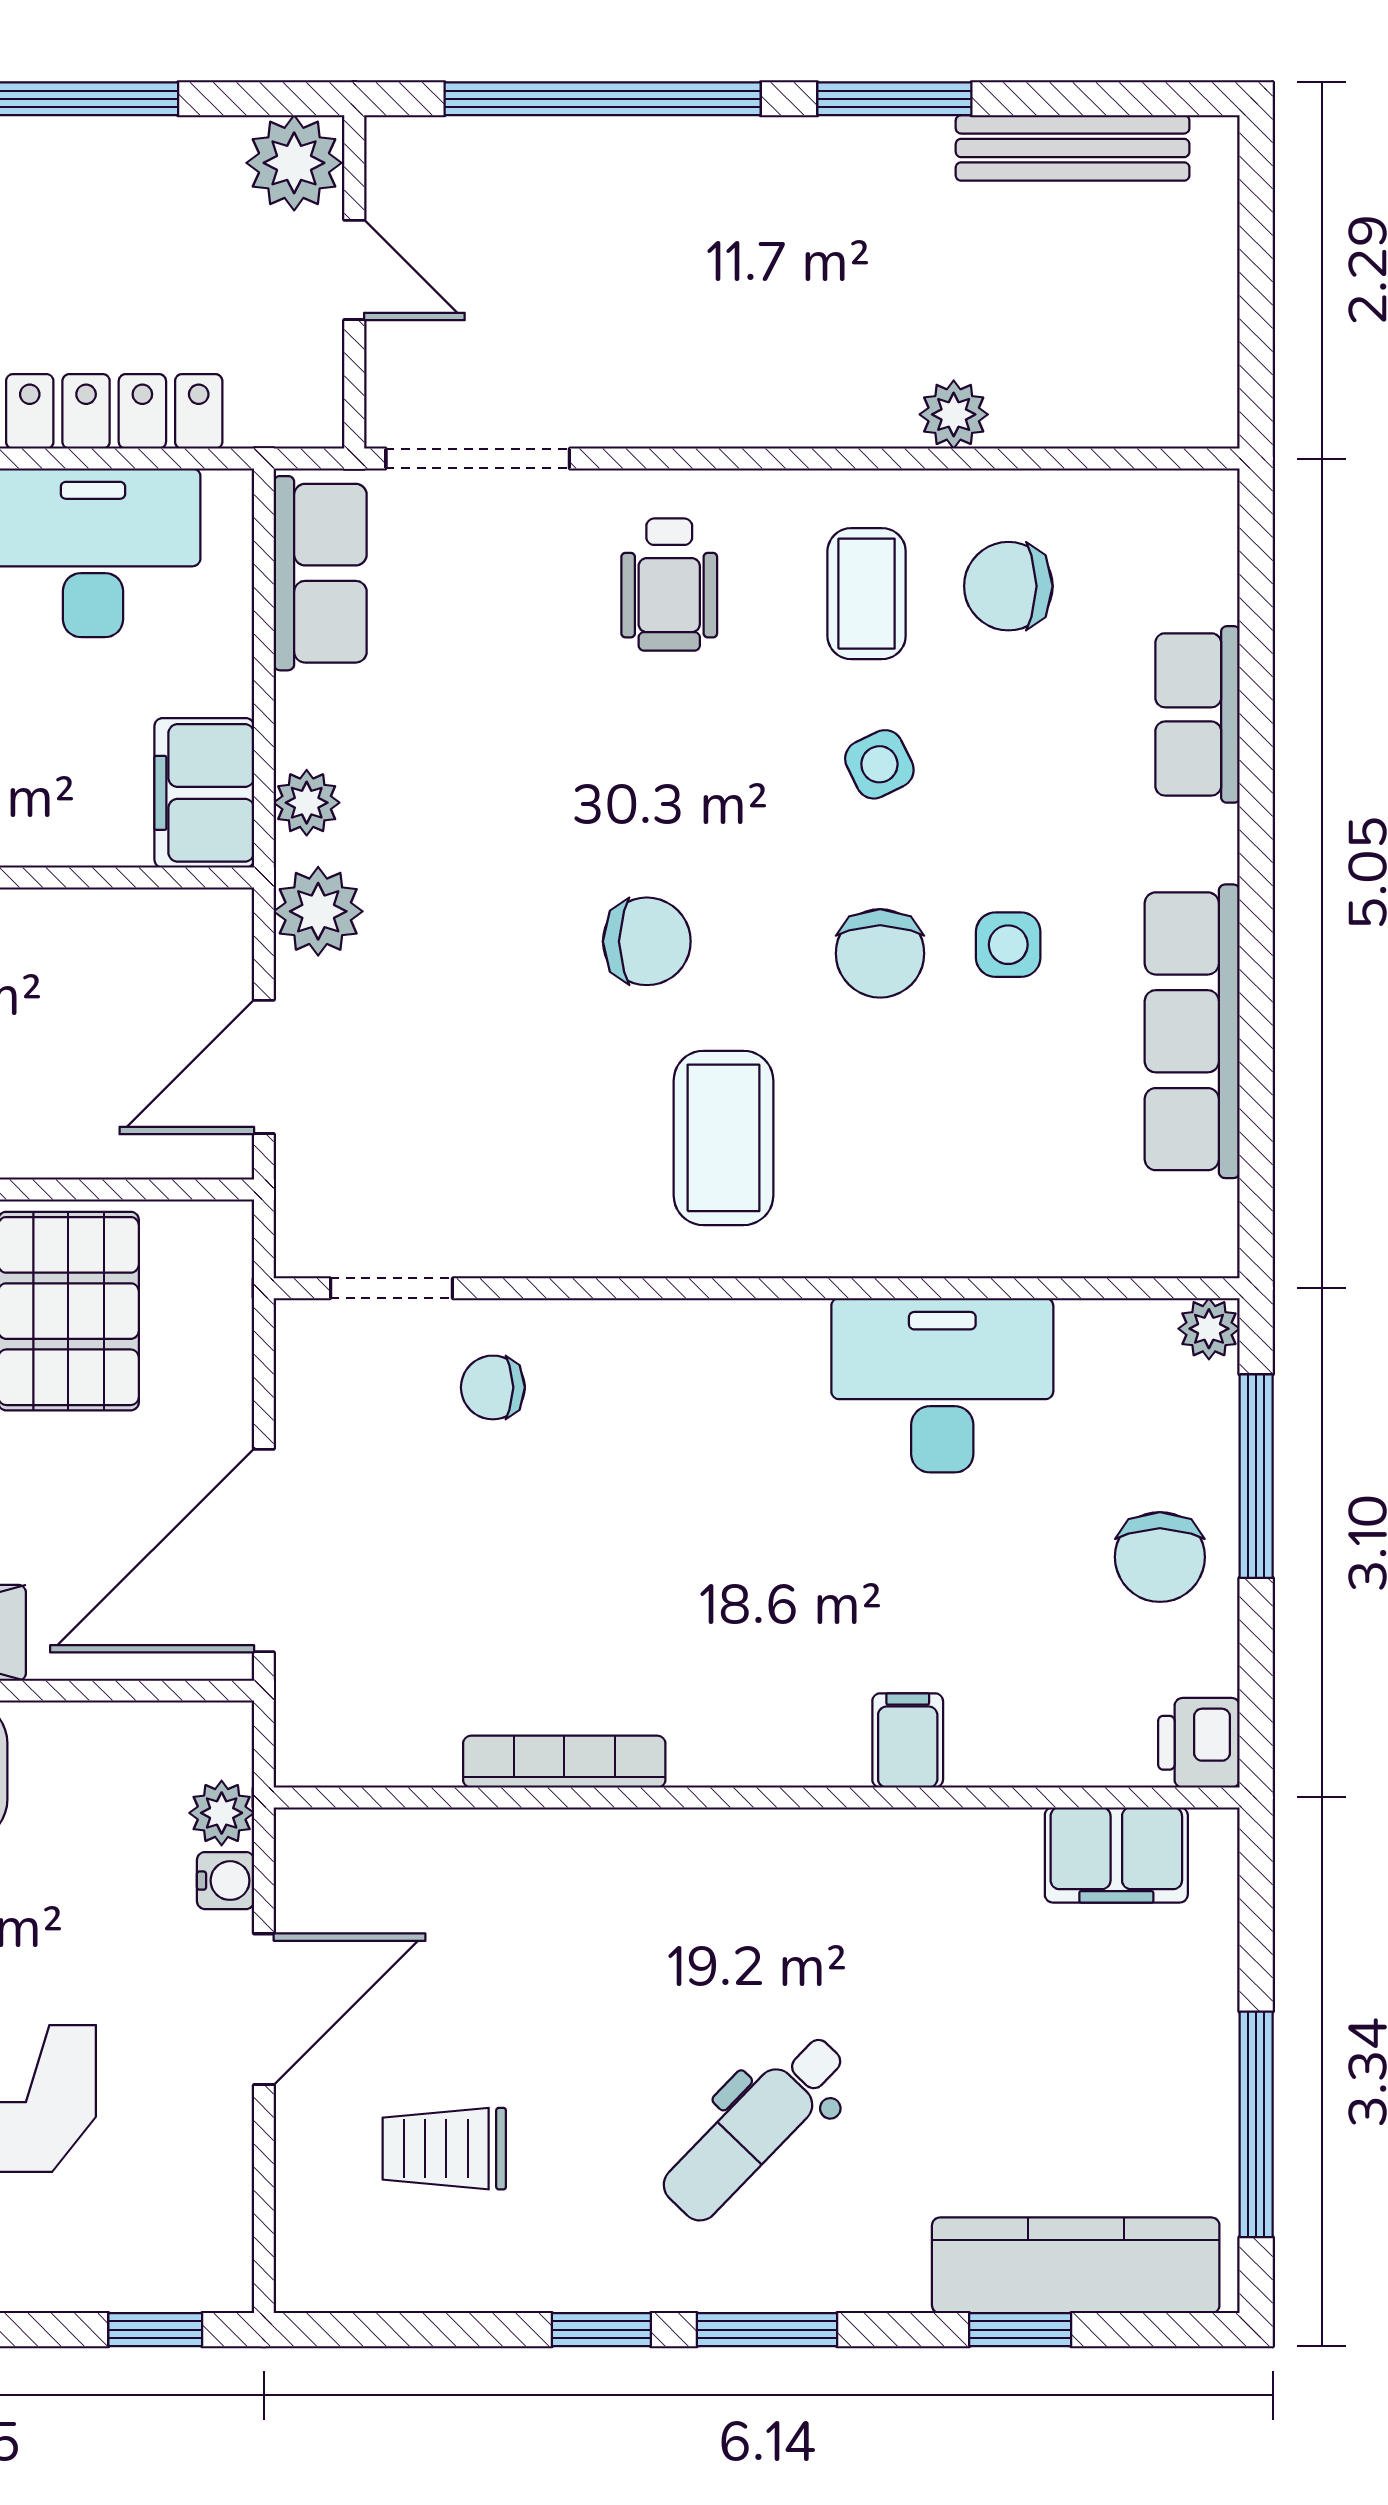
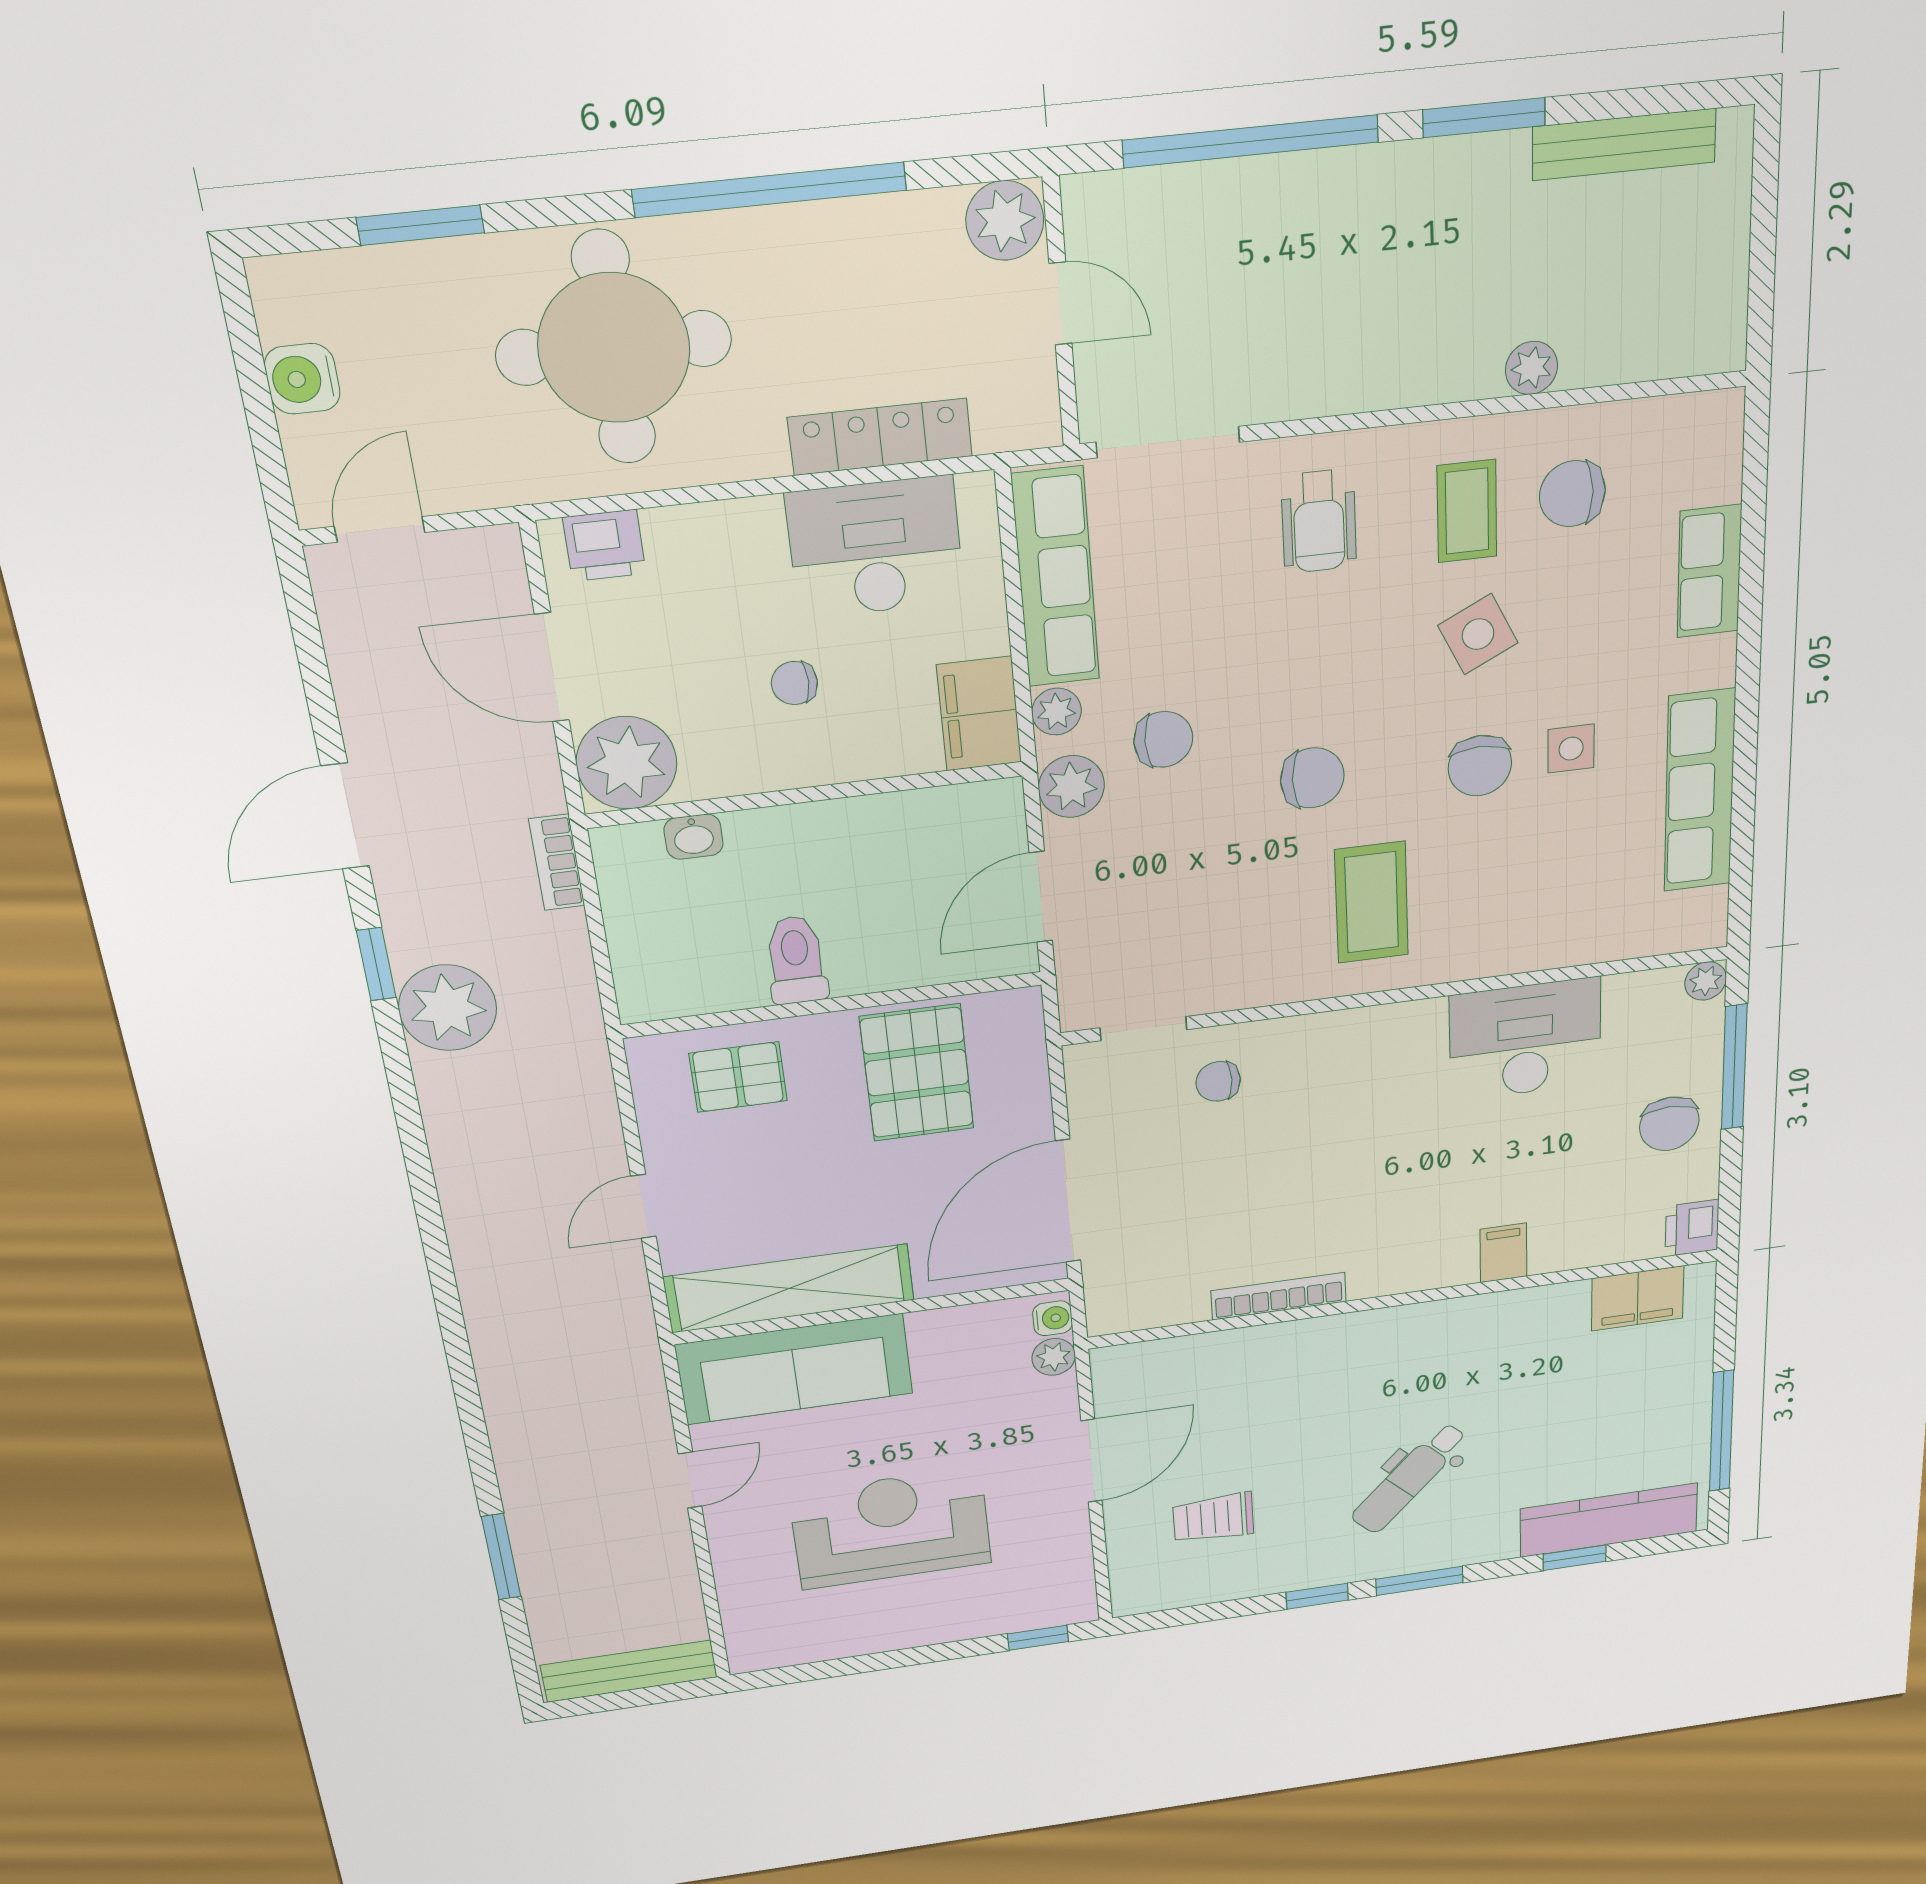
row of seats: (320, 573) -> (1056, 578), width x1.48
side table: (879, 764) -> (1478, 634), width x1.37, depth x1.37
chair: (447, 860) -> (1163, 739), added
water cooler: (225, 1881) -> (1053, 1318), moved

